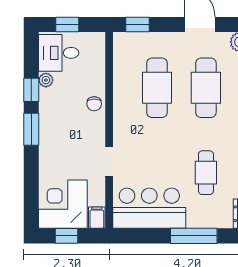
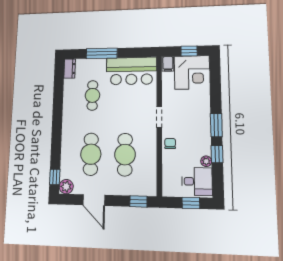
doorway: (109, 161) -> (159, 117), moved

